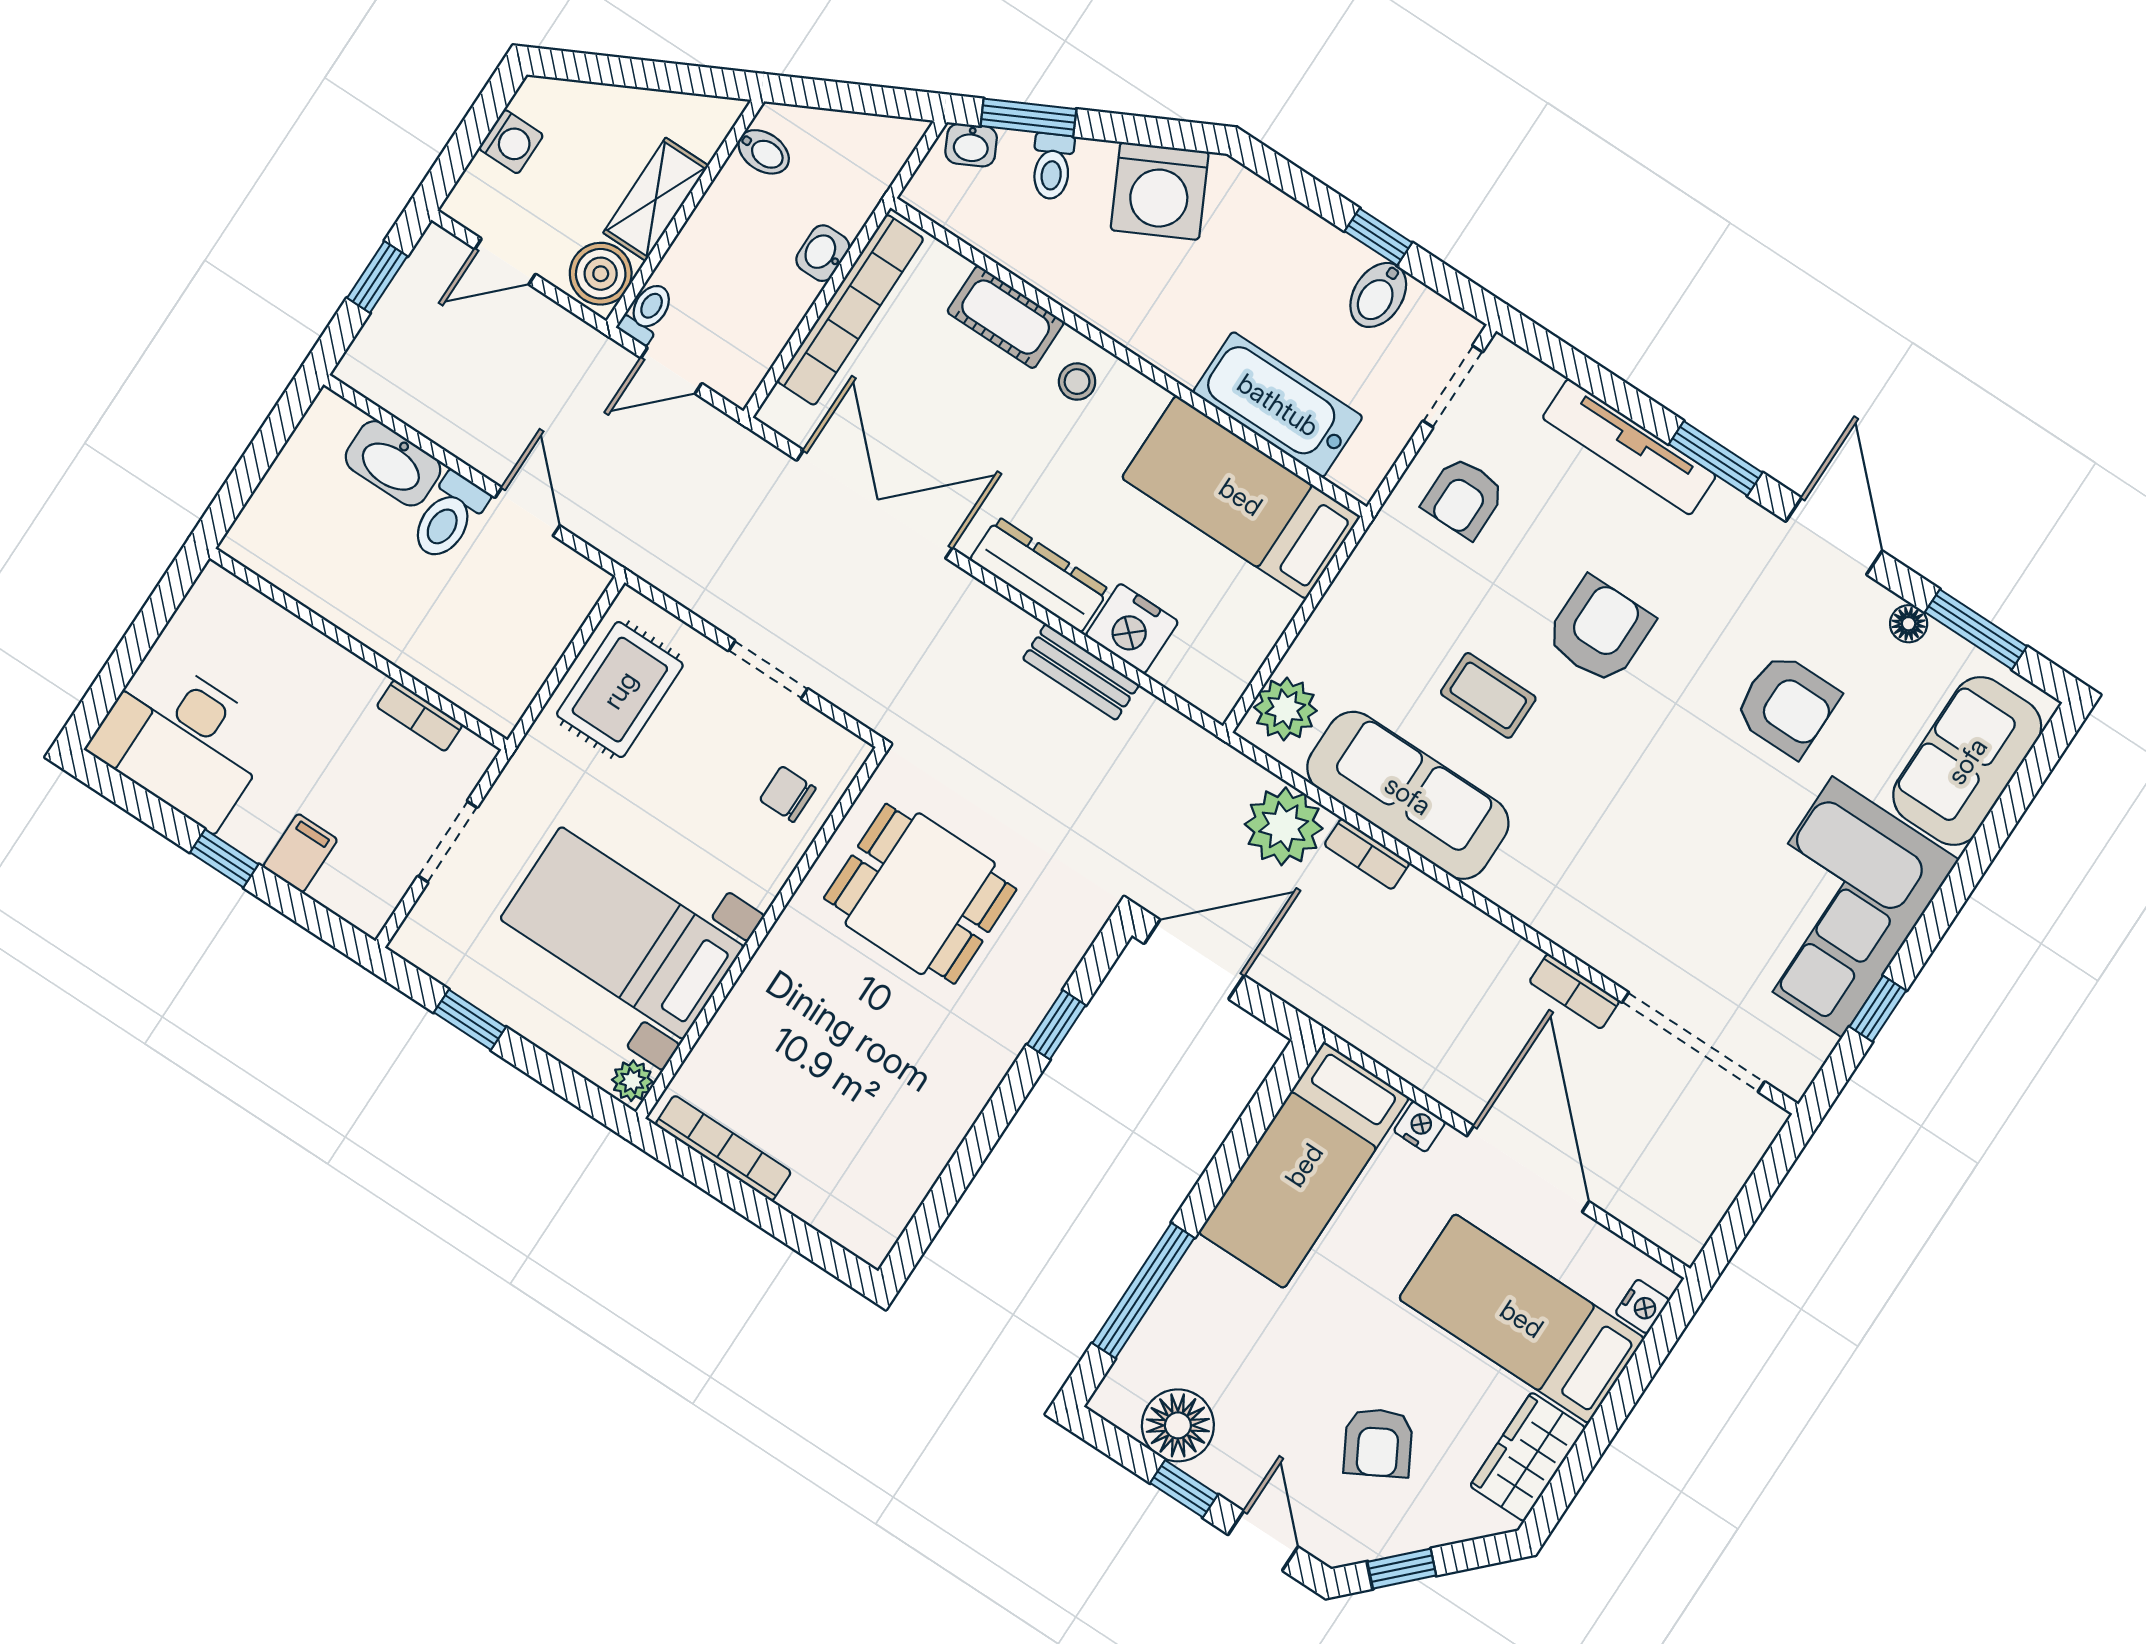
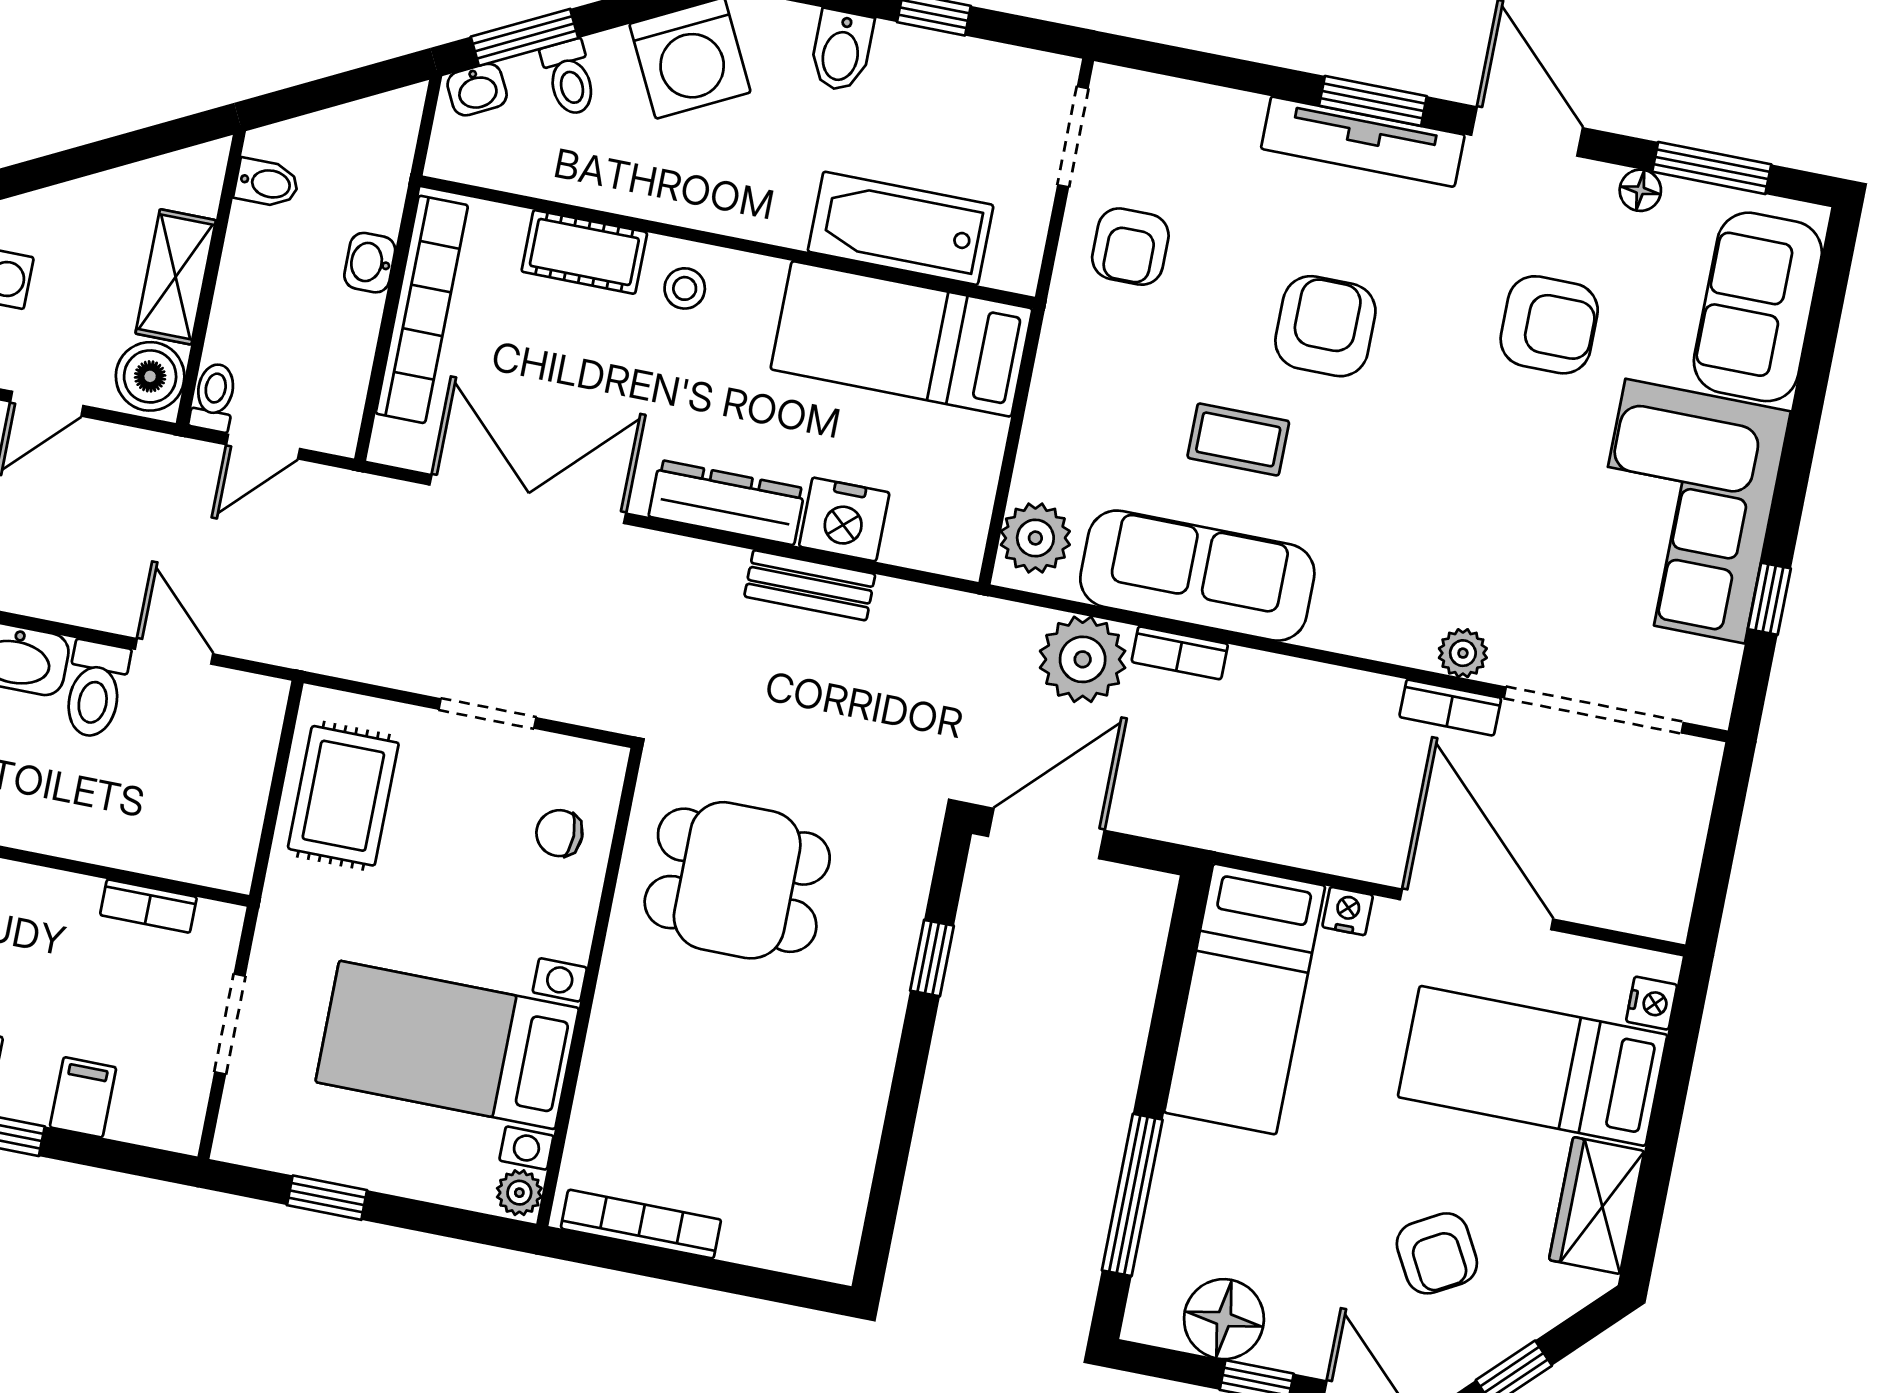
bidet: (1378, 295) -> (841, 51), moved
tv unit: (1629, 447) -> (1363, 142), moved
plant: (1603, 950) -> (1463, 653), added

